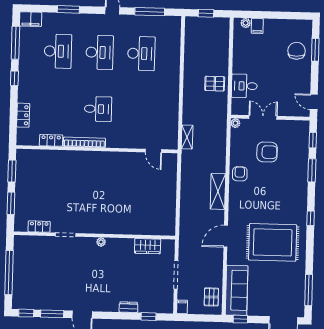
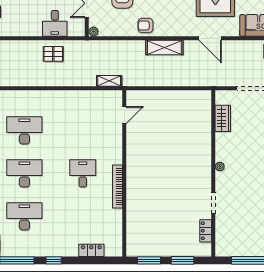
pallet: (215, 84) -> (53, 54), turned 90
locker: (51, 140) -> (116, 221), removed

